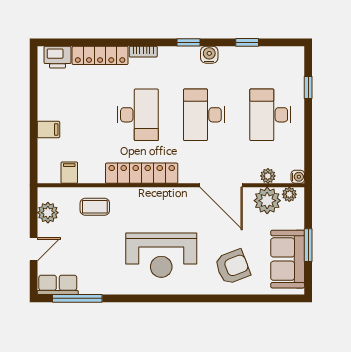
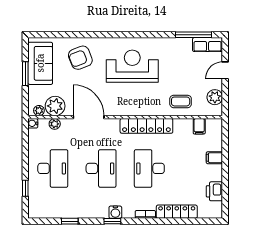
water cooler: (209, 55) -> (115, 212), moved
printer: (57, 57) -> (214, 191), moved, turned -90

